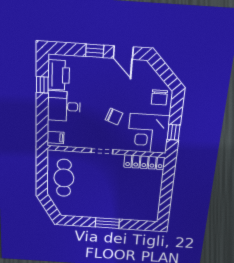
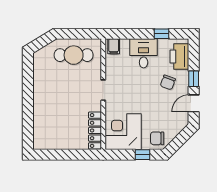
printer: (59, 75) -> (179, 56), moved, turned 90
chair: (114, 117) -> (168, 82), moved
window: (174, 132) -> (143, 155), moved
window: (107, 223) -> (28, 100), removed

